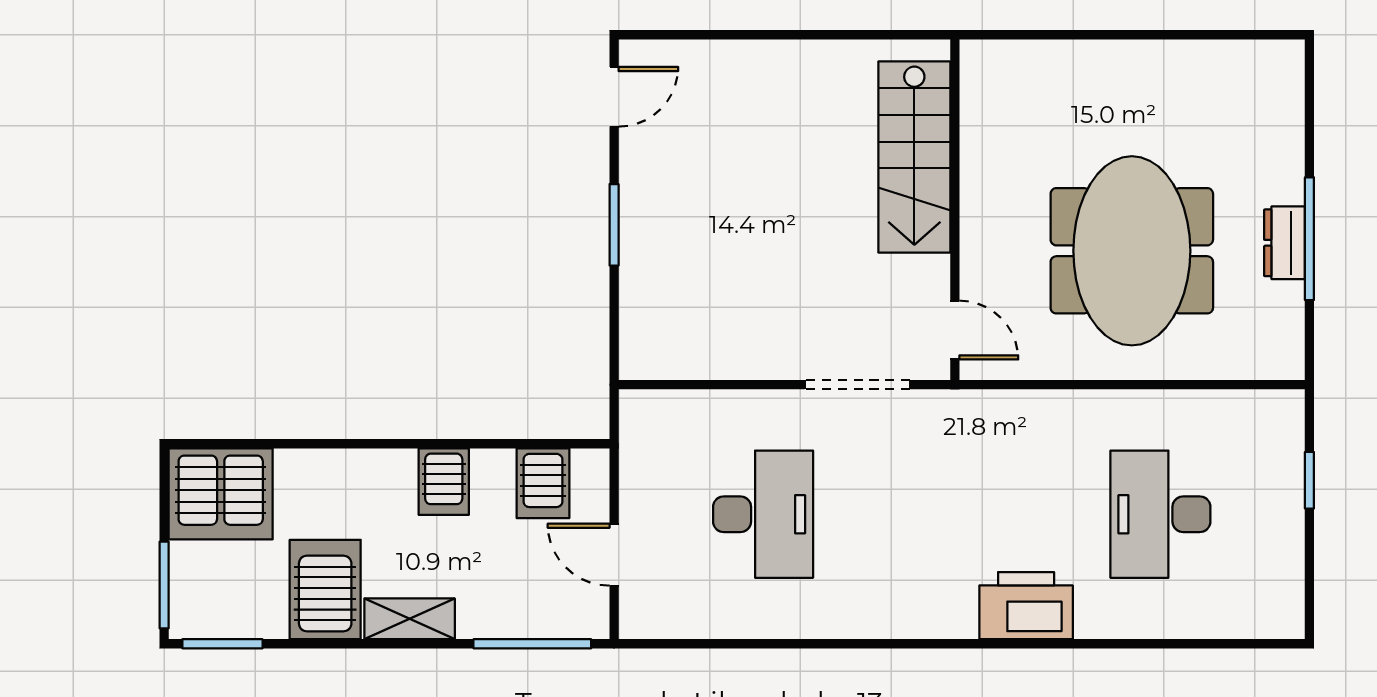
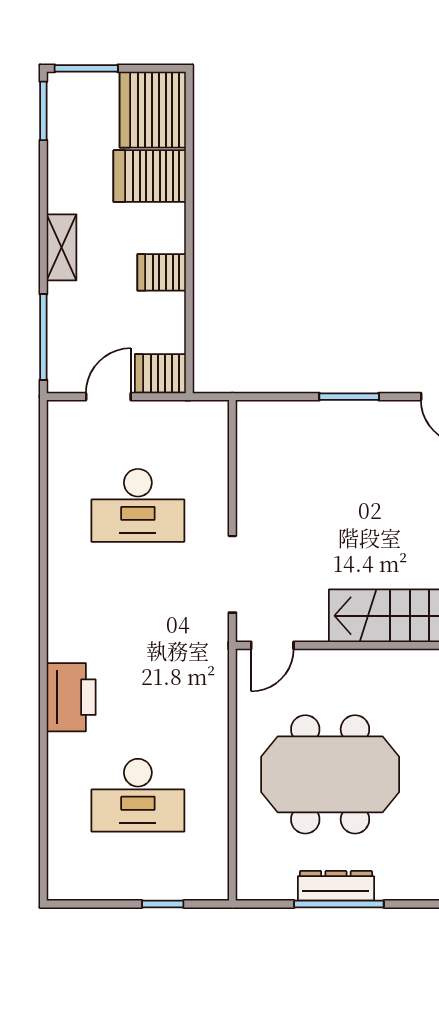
dresser: (1284, 243) -> (336, 886), width x1.44
server rack: (543, 483) -> (160, 373), moved
desk: (1160, 514) -> (138, 795), turned 180
server rack: (325, 590) -> (150, 176), moved, turned 180

